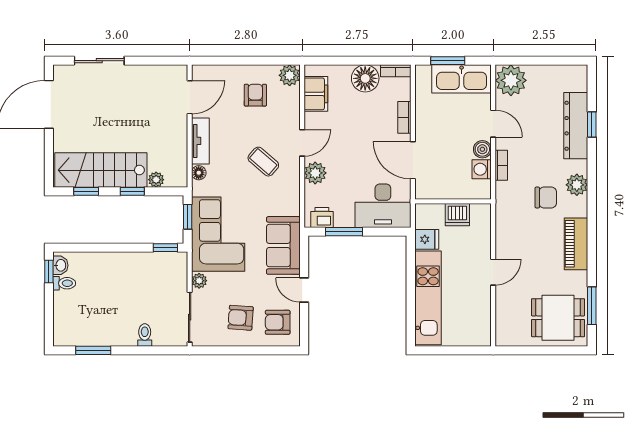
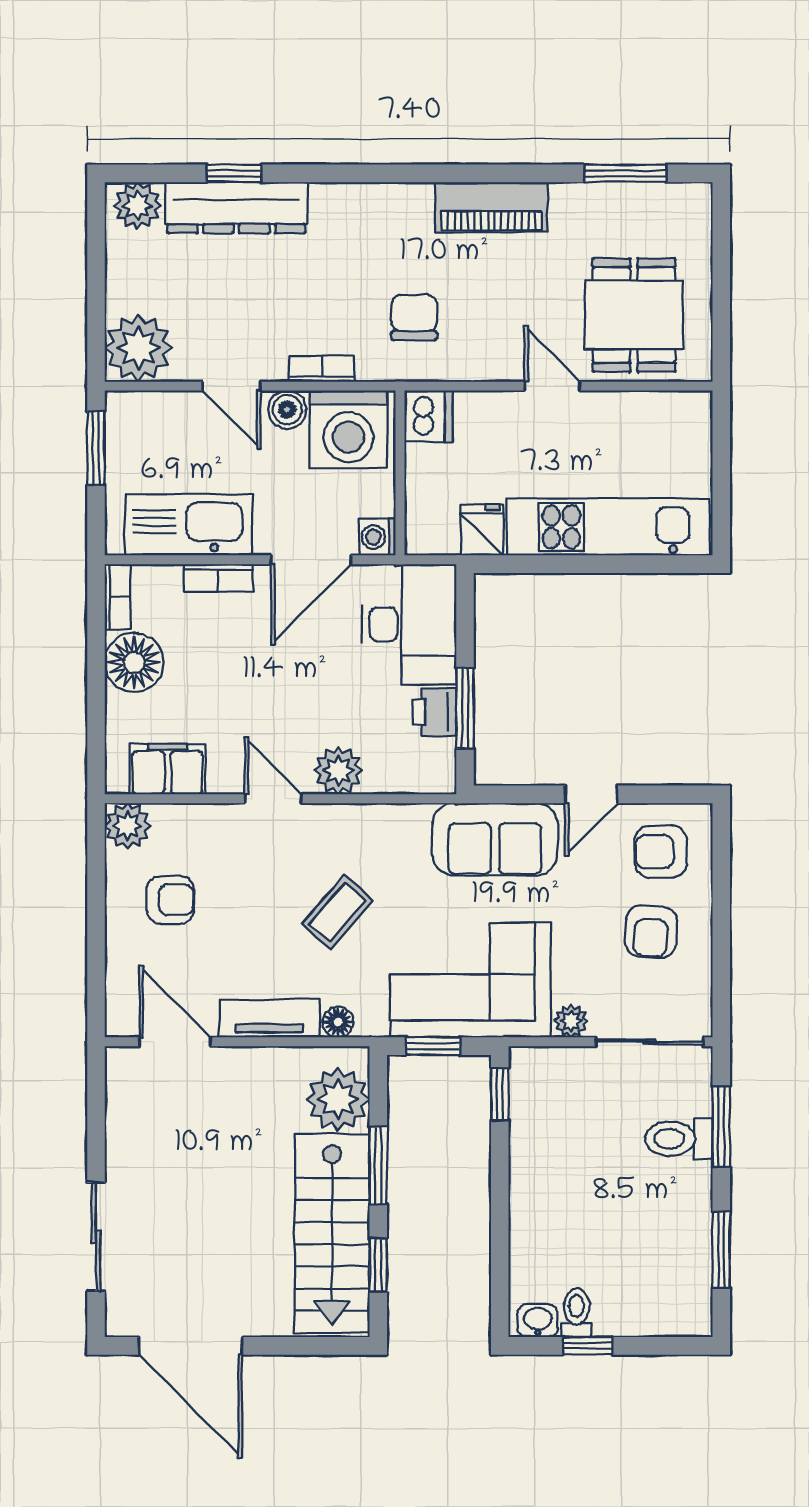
window: (448, 61) -> (96, 449), moved
kitchen sink: (462, 79) -> (189, 525), moved, turned -90
armchair: (255, 95) -> (170, 900), turned 180
door: (493, 124) -> (232, 386), swing flipped
coffee table: (263, 162) -> (338, 912), moved
washing machine: (482, 169) -> (349, 429), width x1.89, depth x1.89
plant: (156, 180) -> (338, 1099), width x1.88, depth x1.88
plant: (577, 185) -> (138, 206), moved
window: (132, 191) -> (378, 1165), width x1.50
washing machine: (423, 191) -> (377, 537), added
chair: (546, 197) -> (414, 317), moved
dishwasher: (457, 215) -> (428, 416), moved
printer: (322, 217) -> (434, 712), moved
window: (49, 271) -> (588, 1346), moved
dining table: (558, 318) -> (634, 315), moved
armchair: (278, 322) -> (661, 852), turned 90
toilet: (145, 335) -> (679, 1139), width x1.37, depth x1.39
window: (150, 350) -> (721, 1127), added

